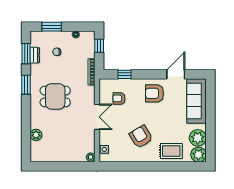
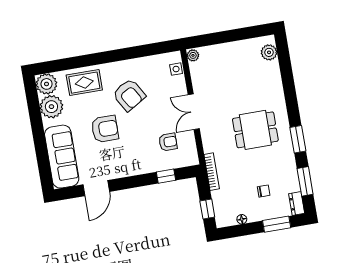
dresser: (35, 55) -> (297, 203), moved
armchair: (155, 93) -> (105, 129), moved
plant: (36, 135) -> (269, 52), moved

